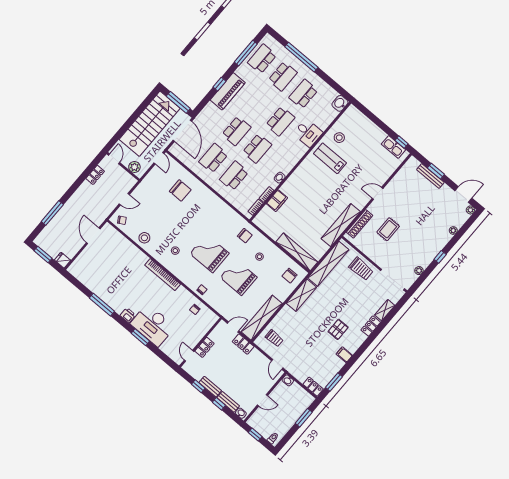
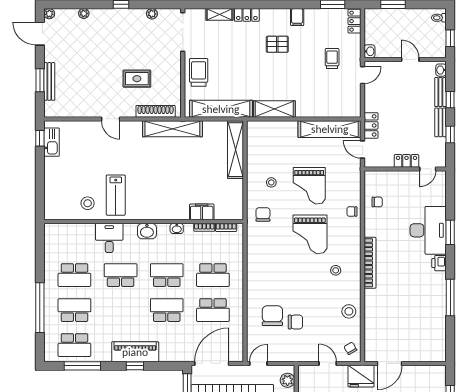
washbasin: (340, 103) -> (147, 231), moved
fridge: (63, 260) -> (361, 376), moved, width x1.88, depth x1.34
chair: (290, 276) -> (295, 322), moved
trolley: (274, 338) -> (332, 59), moved

